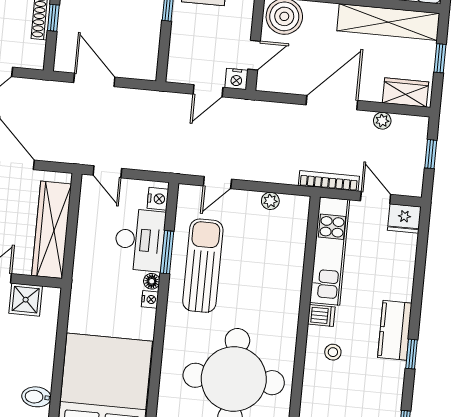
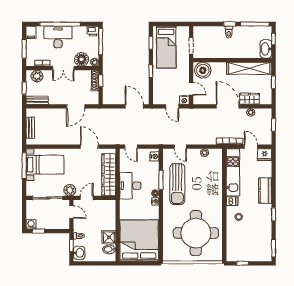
door: (254, 55) -> (191, 89), hinge flipped
door: (94, 80) -> (134, 106), moved
door: (208, 91) -> (172, 106), hinge flipped
wardrobe: (405, 92) -> (249, 99), moved
door: (332, 103) -> (228, 106), hinge flipped
door: (217, 182) -> (180, 147), hinge flipped
desk: (140, 240) -> (130, 186), moved, turned 180
sun lounger: (203, 266) -> (177, 184), turned 180
shower: (26, 300) -> (109, 237), moved
kitchen counter: (395, 330) -> (265, 191), moved

